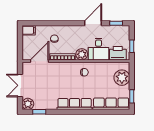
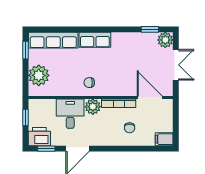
printer: (118, 53) -> (39, 137), moved, turned 180
door: (39, 61) -> (150, 98), swing flipped
row of seats: (75, 104) -> (95, 40), width x0.68

